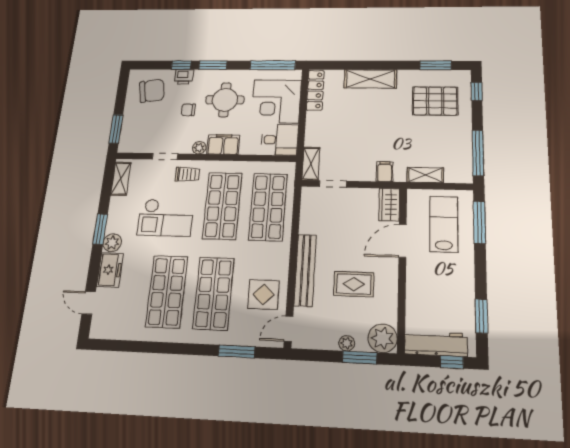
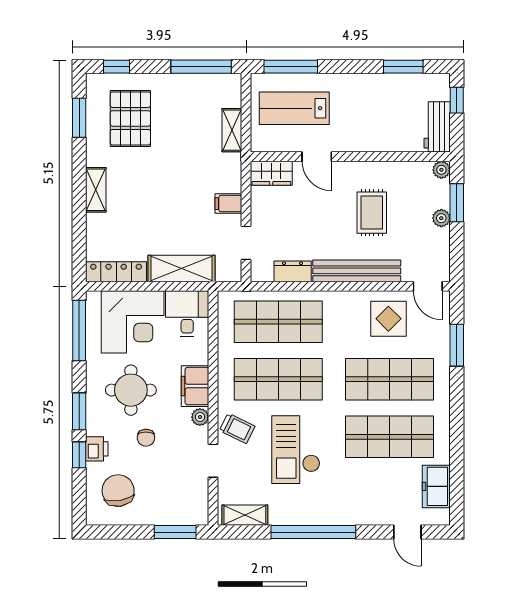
shelving: (370, 79) -> (96, 190), width x0.67, depth x0.75
shelving: (311, 164) -> (181, 268), moved, width x1.50, depth x1.33
filing cabinet: (385, 172) -> (228, 204), moved
trolley: (187, 174) -> (237, 428), turned 116
checkout: (166, 218) -> (296, 450), turned 180
dresser: (308, 219) -> (293, 271), added
window: (100, 229) -> (313, 532), width x2.11
door: (403, 241) -> (317, 157), width x0.73
plant: (112, 243) -> (331, 514), removed
freezer: (110, 270) -> (436, 486), moved, turned -90
door: (89, 303) -> (407, 532), hinge flipped
plant: (383, 338) -> (441, 170), width x0.53, depth x0.53
workbench: (436, 344) -> (437, 127), width x0.73

